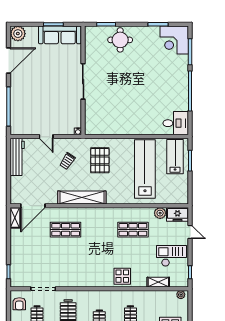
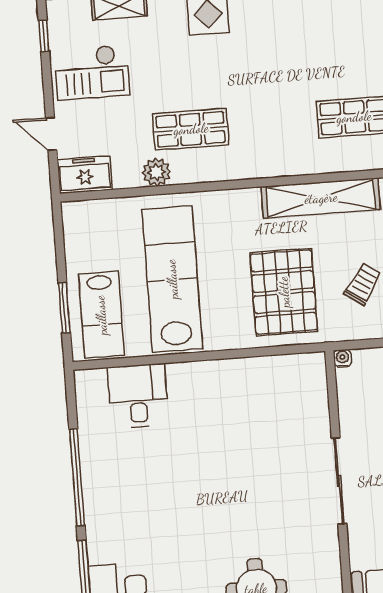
desk: (176, 123) -> (138, 396), moved, turned 90
pallet: (100, 160) -> (284, 292), width x1.37, depth x1.41
lab bench: (145, 169) -> (172, 279), turned 180
plant: (160, 213) -> (156, 172), moved

